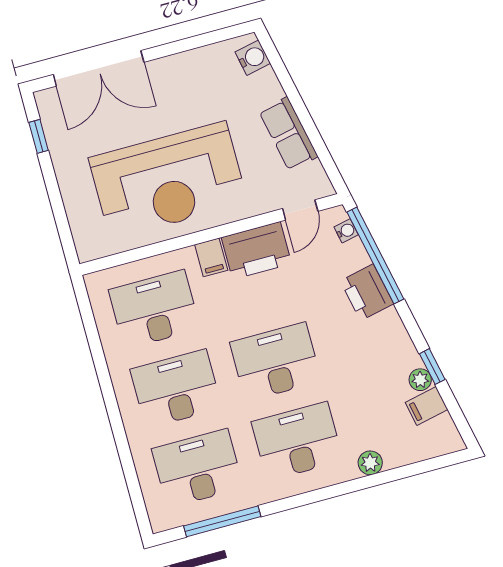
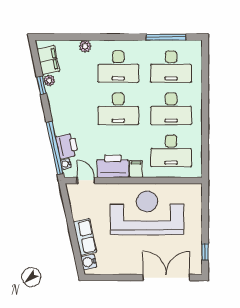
row of seats: (288, 134) -> (85, 237), moved
door: (300, 210) -> (86, 180), hinge flipped
printer: (367, 292) -> (67, 146), moved
filing cabinet: (426, 406) -> (48, 60), width x2.00

